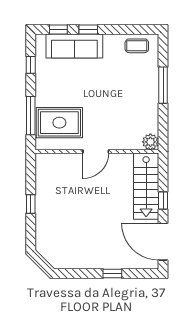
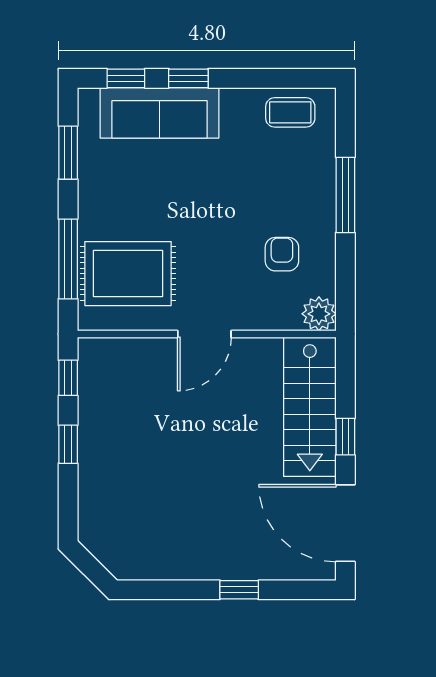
window: (31, 65) -> (68, 153), width x1.50
armchair: (133, 113) -> (282, 254), added
window: (31, 172) -> (68, 378), added

